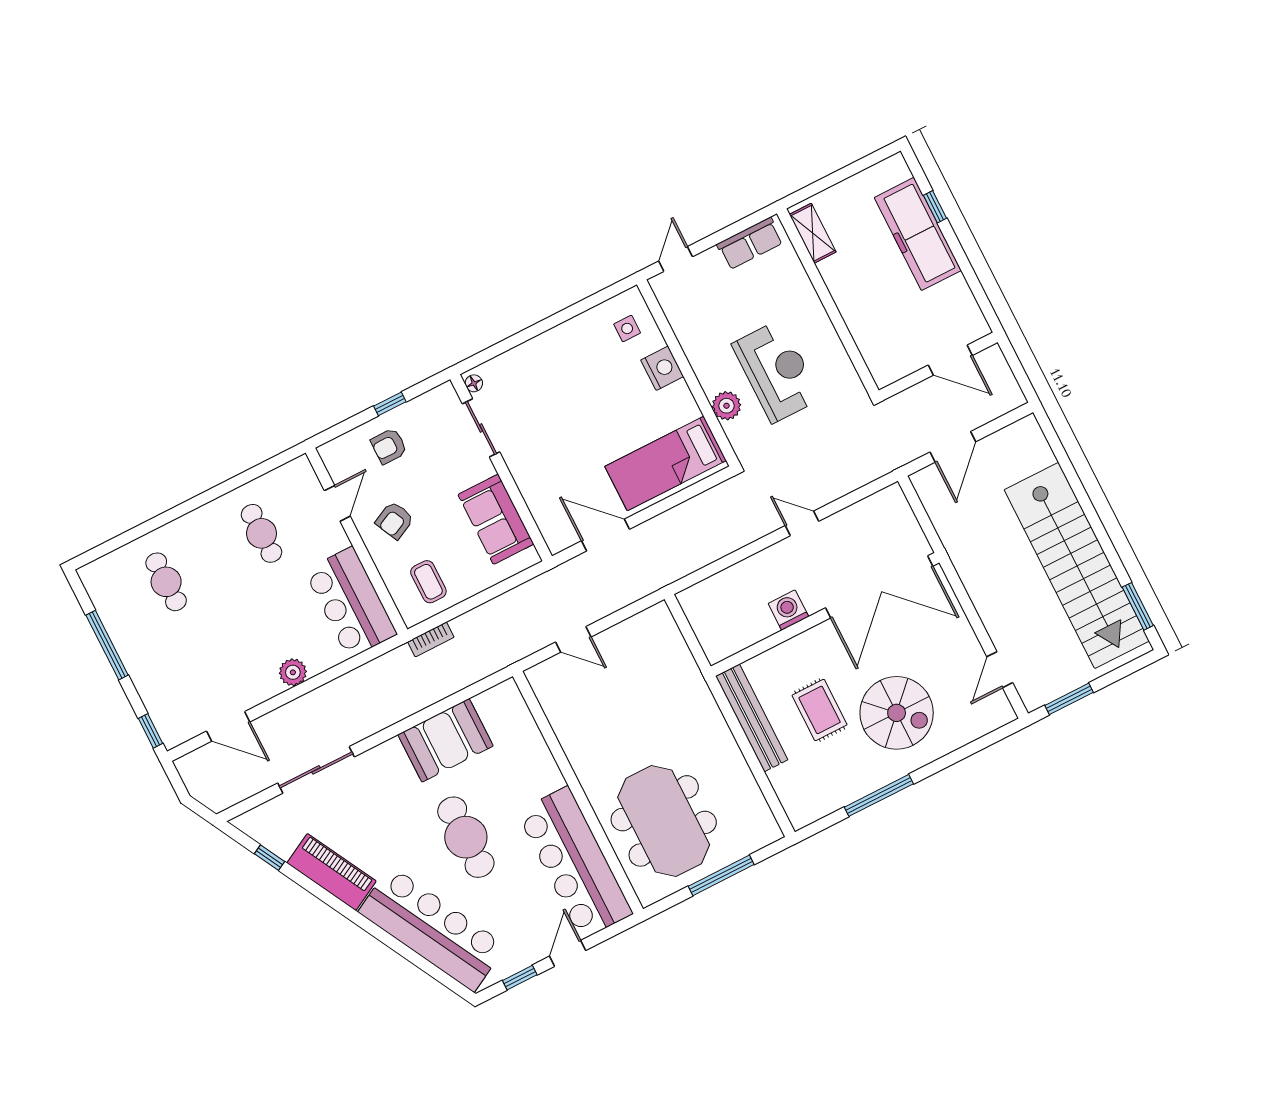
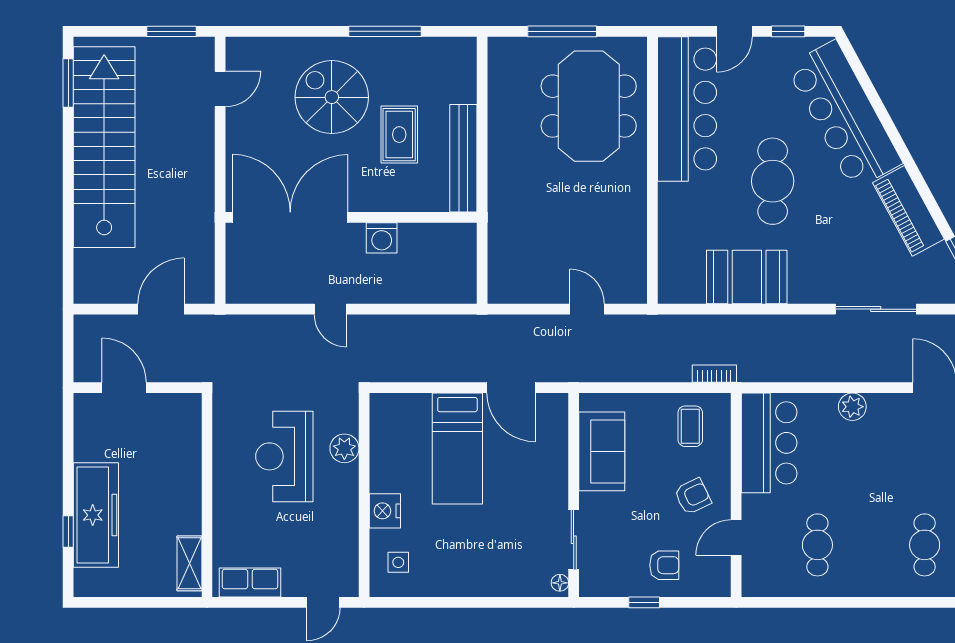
bed: (666, 463) -> (457, 449), moved, turned 90

